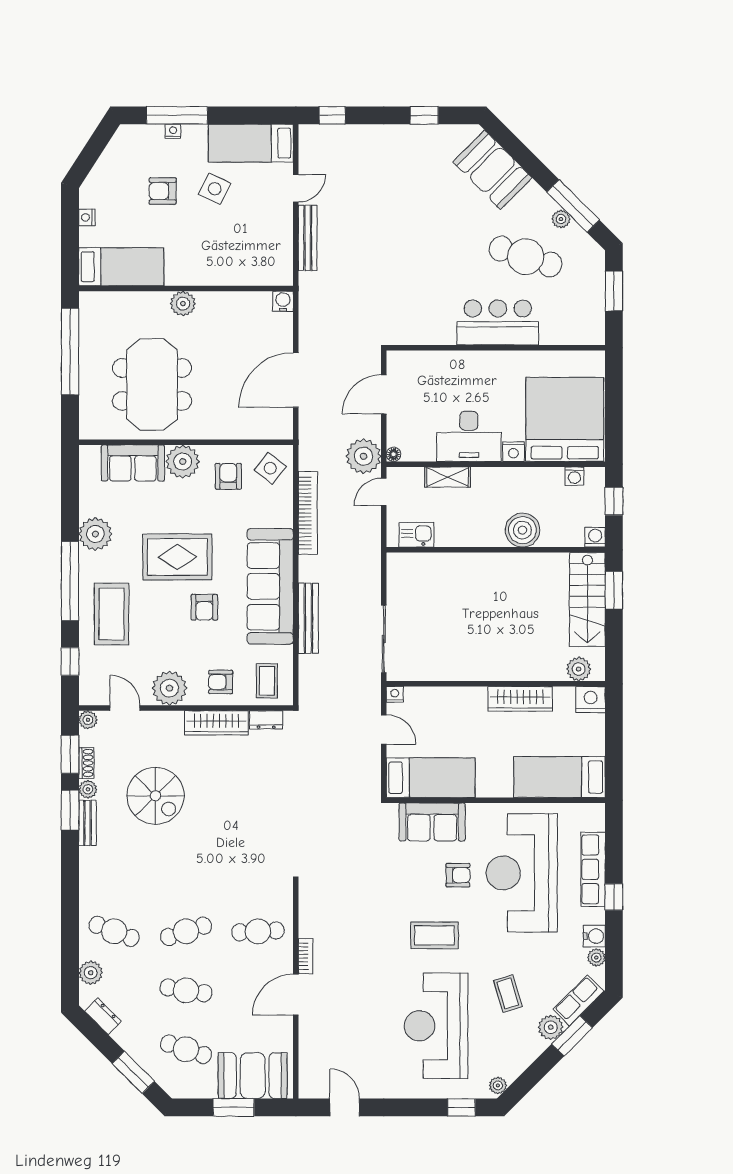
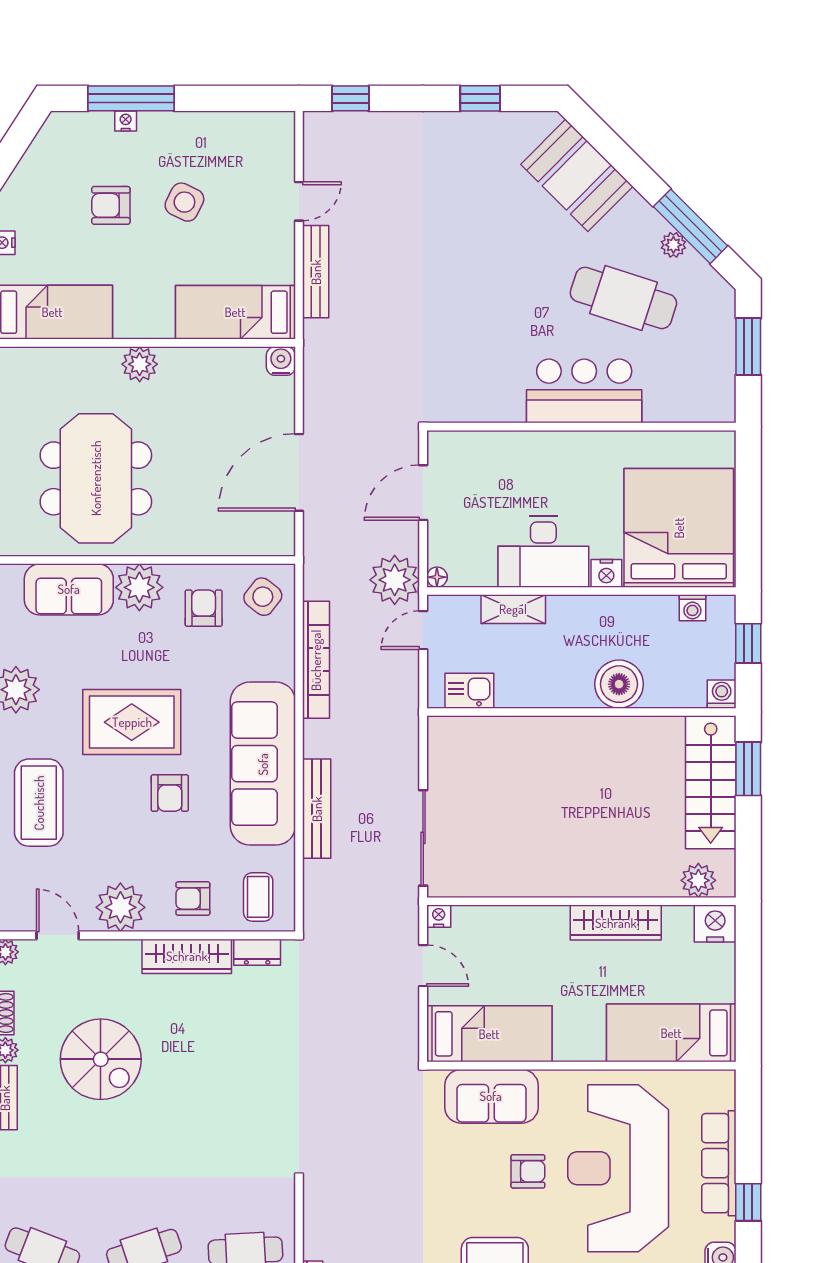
bed: (251, 143) -> (235, 312), moved

